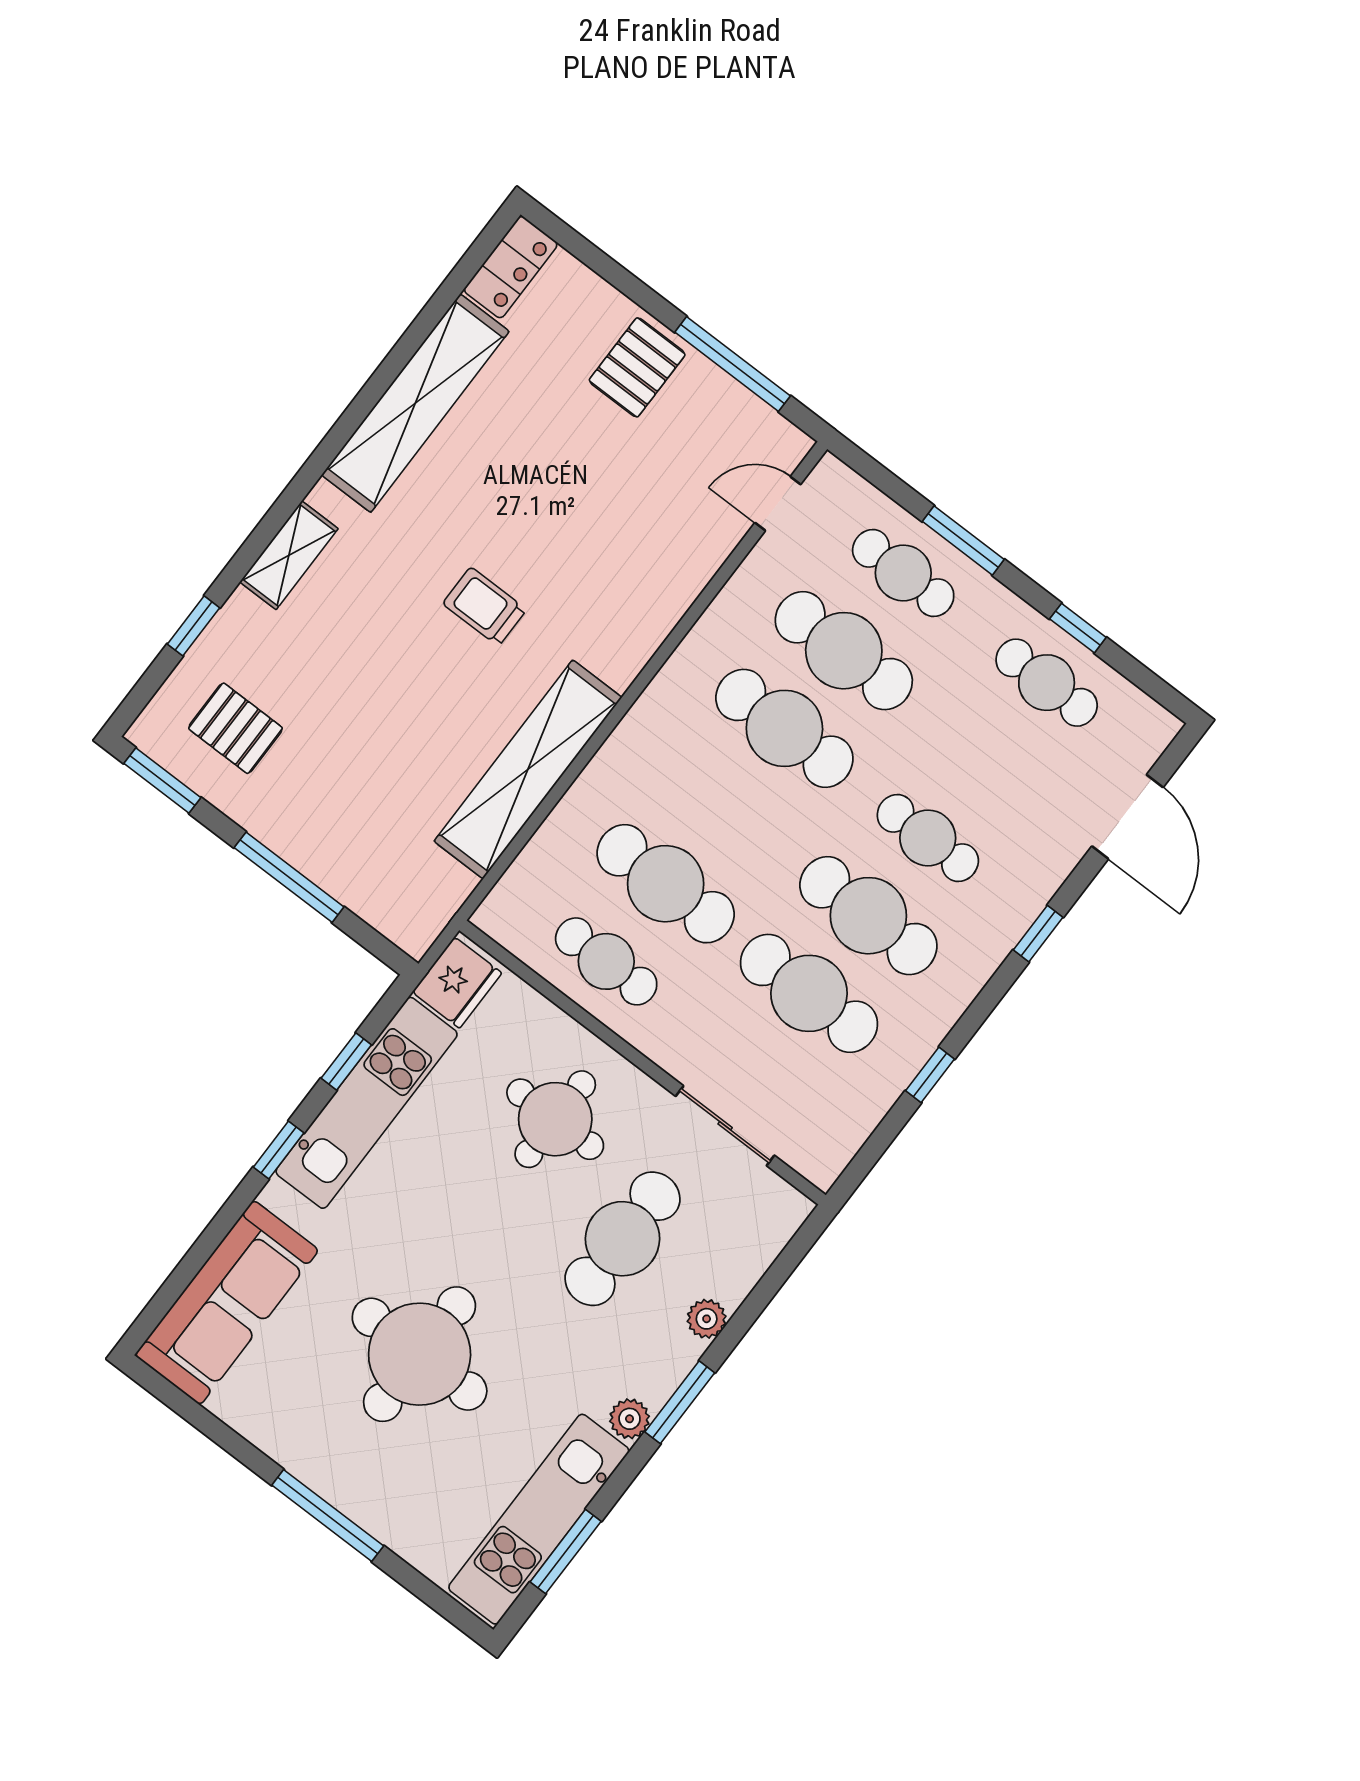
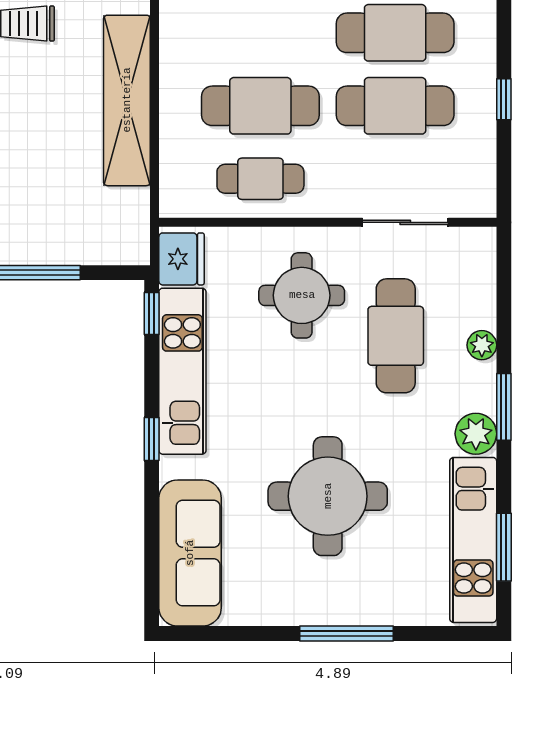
window: (346, 1062) -> (152, 313), moved
plant: (630, 1419) -> (476, 434), width x1.38, depth x1.38

